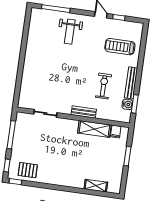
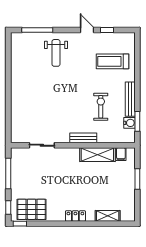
pallet: (28, 170) -> (31, 209), width x1.50, depth x1.42
locker: (67, 182) -> (75, 216), added

